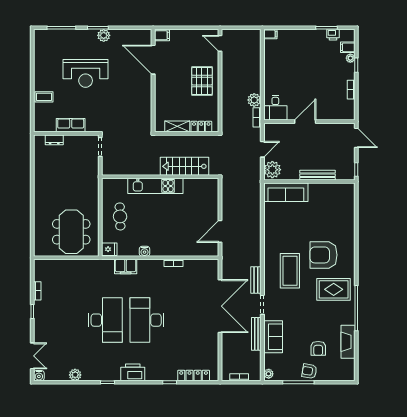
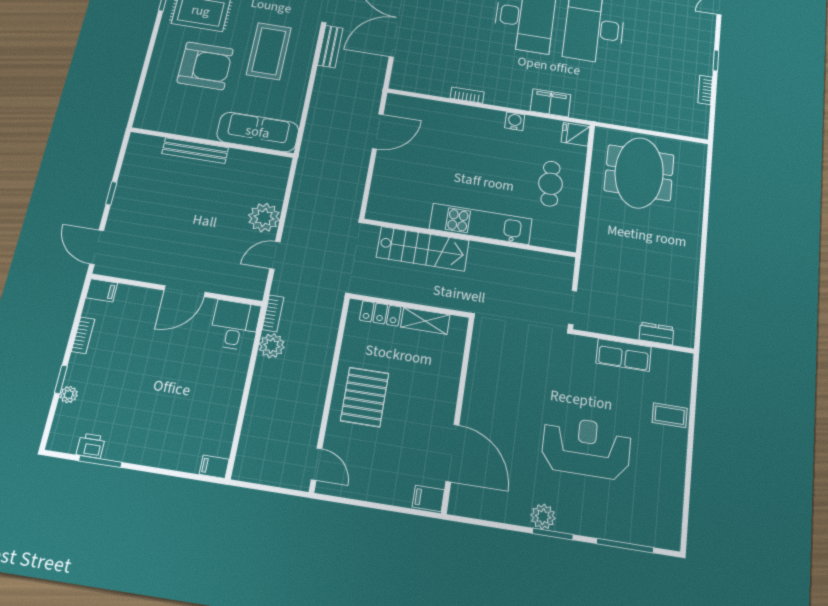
filing cabinet: (348, 47) -> (102, 290), moved
bench: (317, 175) -> (195, 151), moved
wall: (309, 182) -> (212, 143), moved
sofa: (286, 192) -> (258, 132), moved

